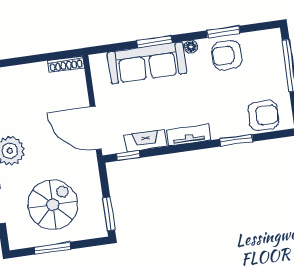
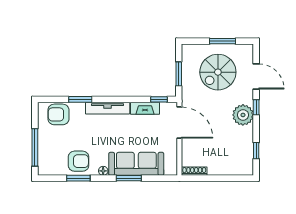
tv unit: (188, 135) -> (108, 108), width x1.41
window: (109, 214) -> (179, 74), moved

